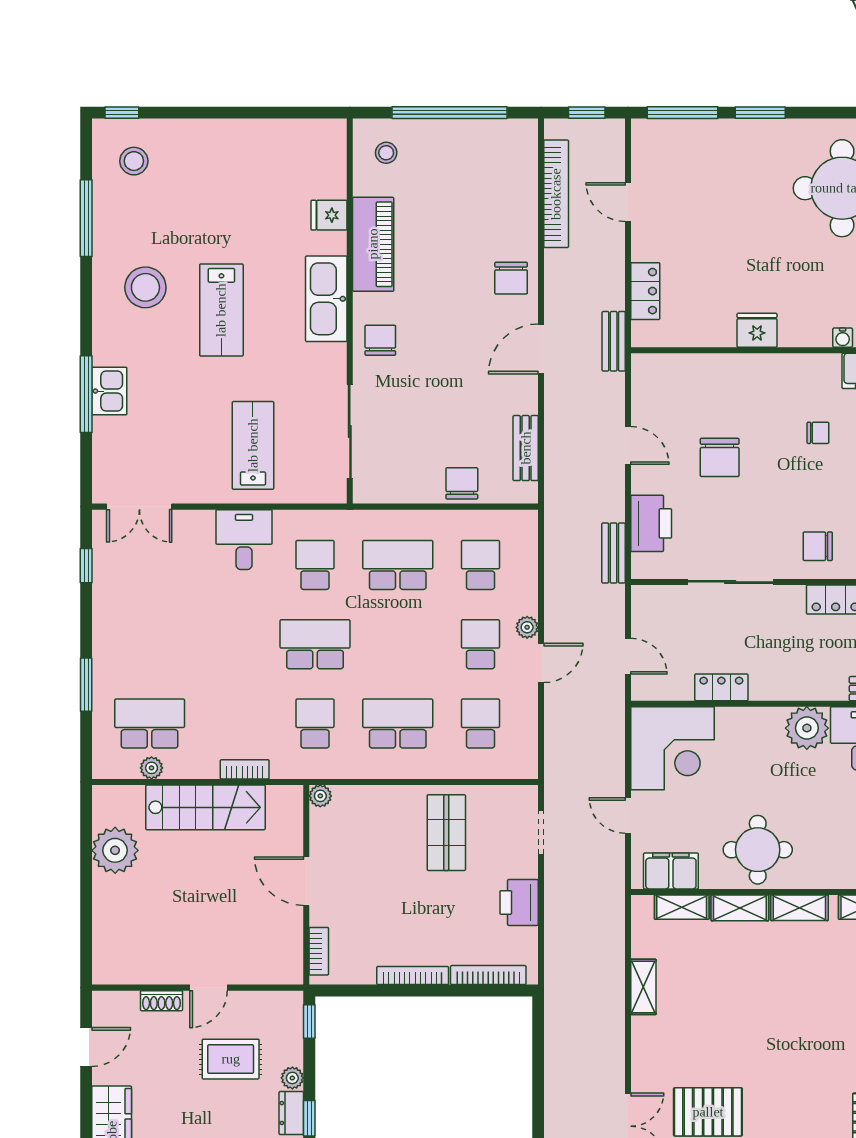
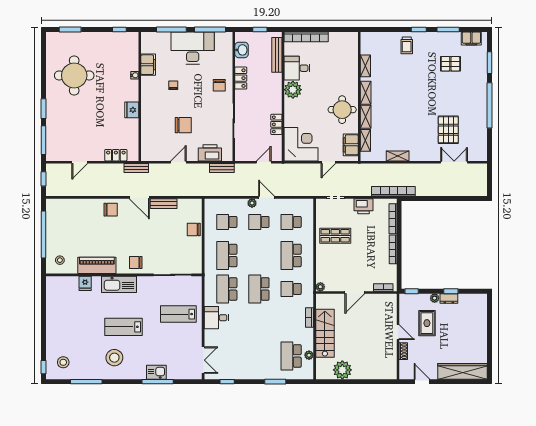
bookcase: (556, 194) -> (393, 191), moved
lab bench: (221, 310) -> (124, 327), turned 180
bench: (526, 448) -> (164, 204), moved
school desk: (315, 565) -> (227, 289), width x1.85

